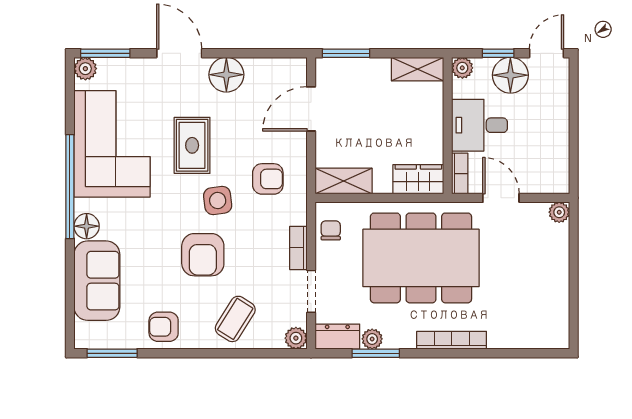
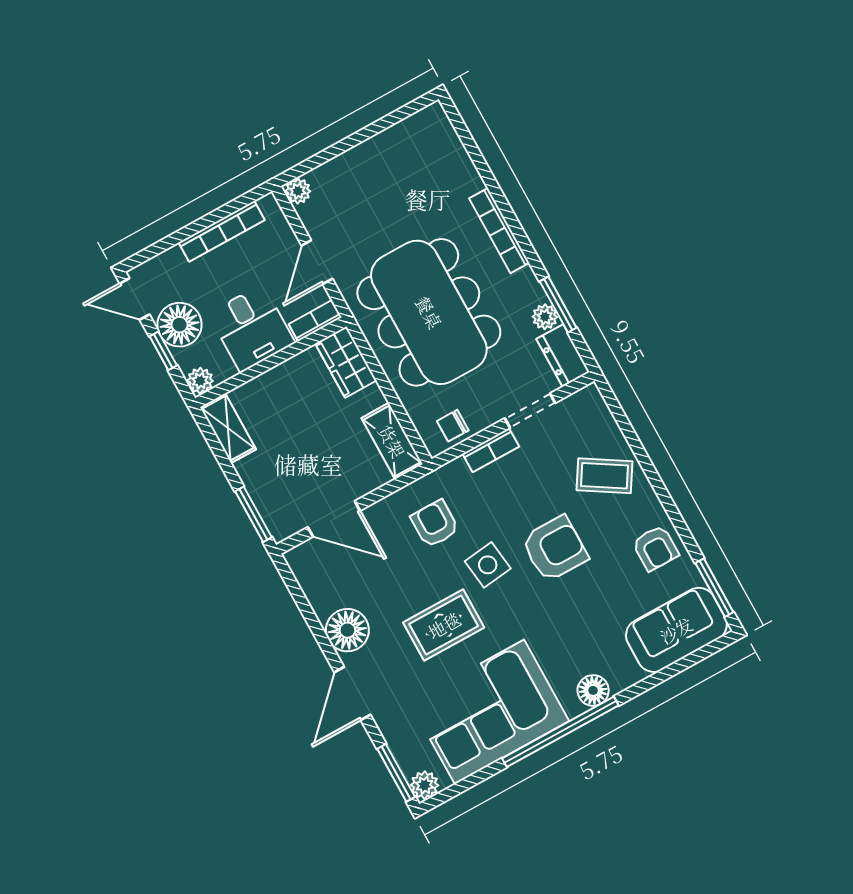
bookcase: (560, 142) -> (222, 231), added
sofa: (97, 281) -> (676, 630), moved
plant: (296, 338) -> (589, 399), removed

